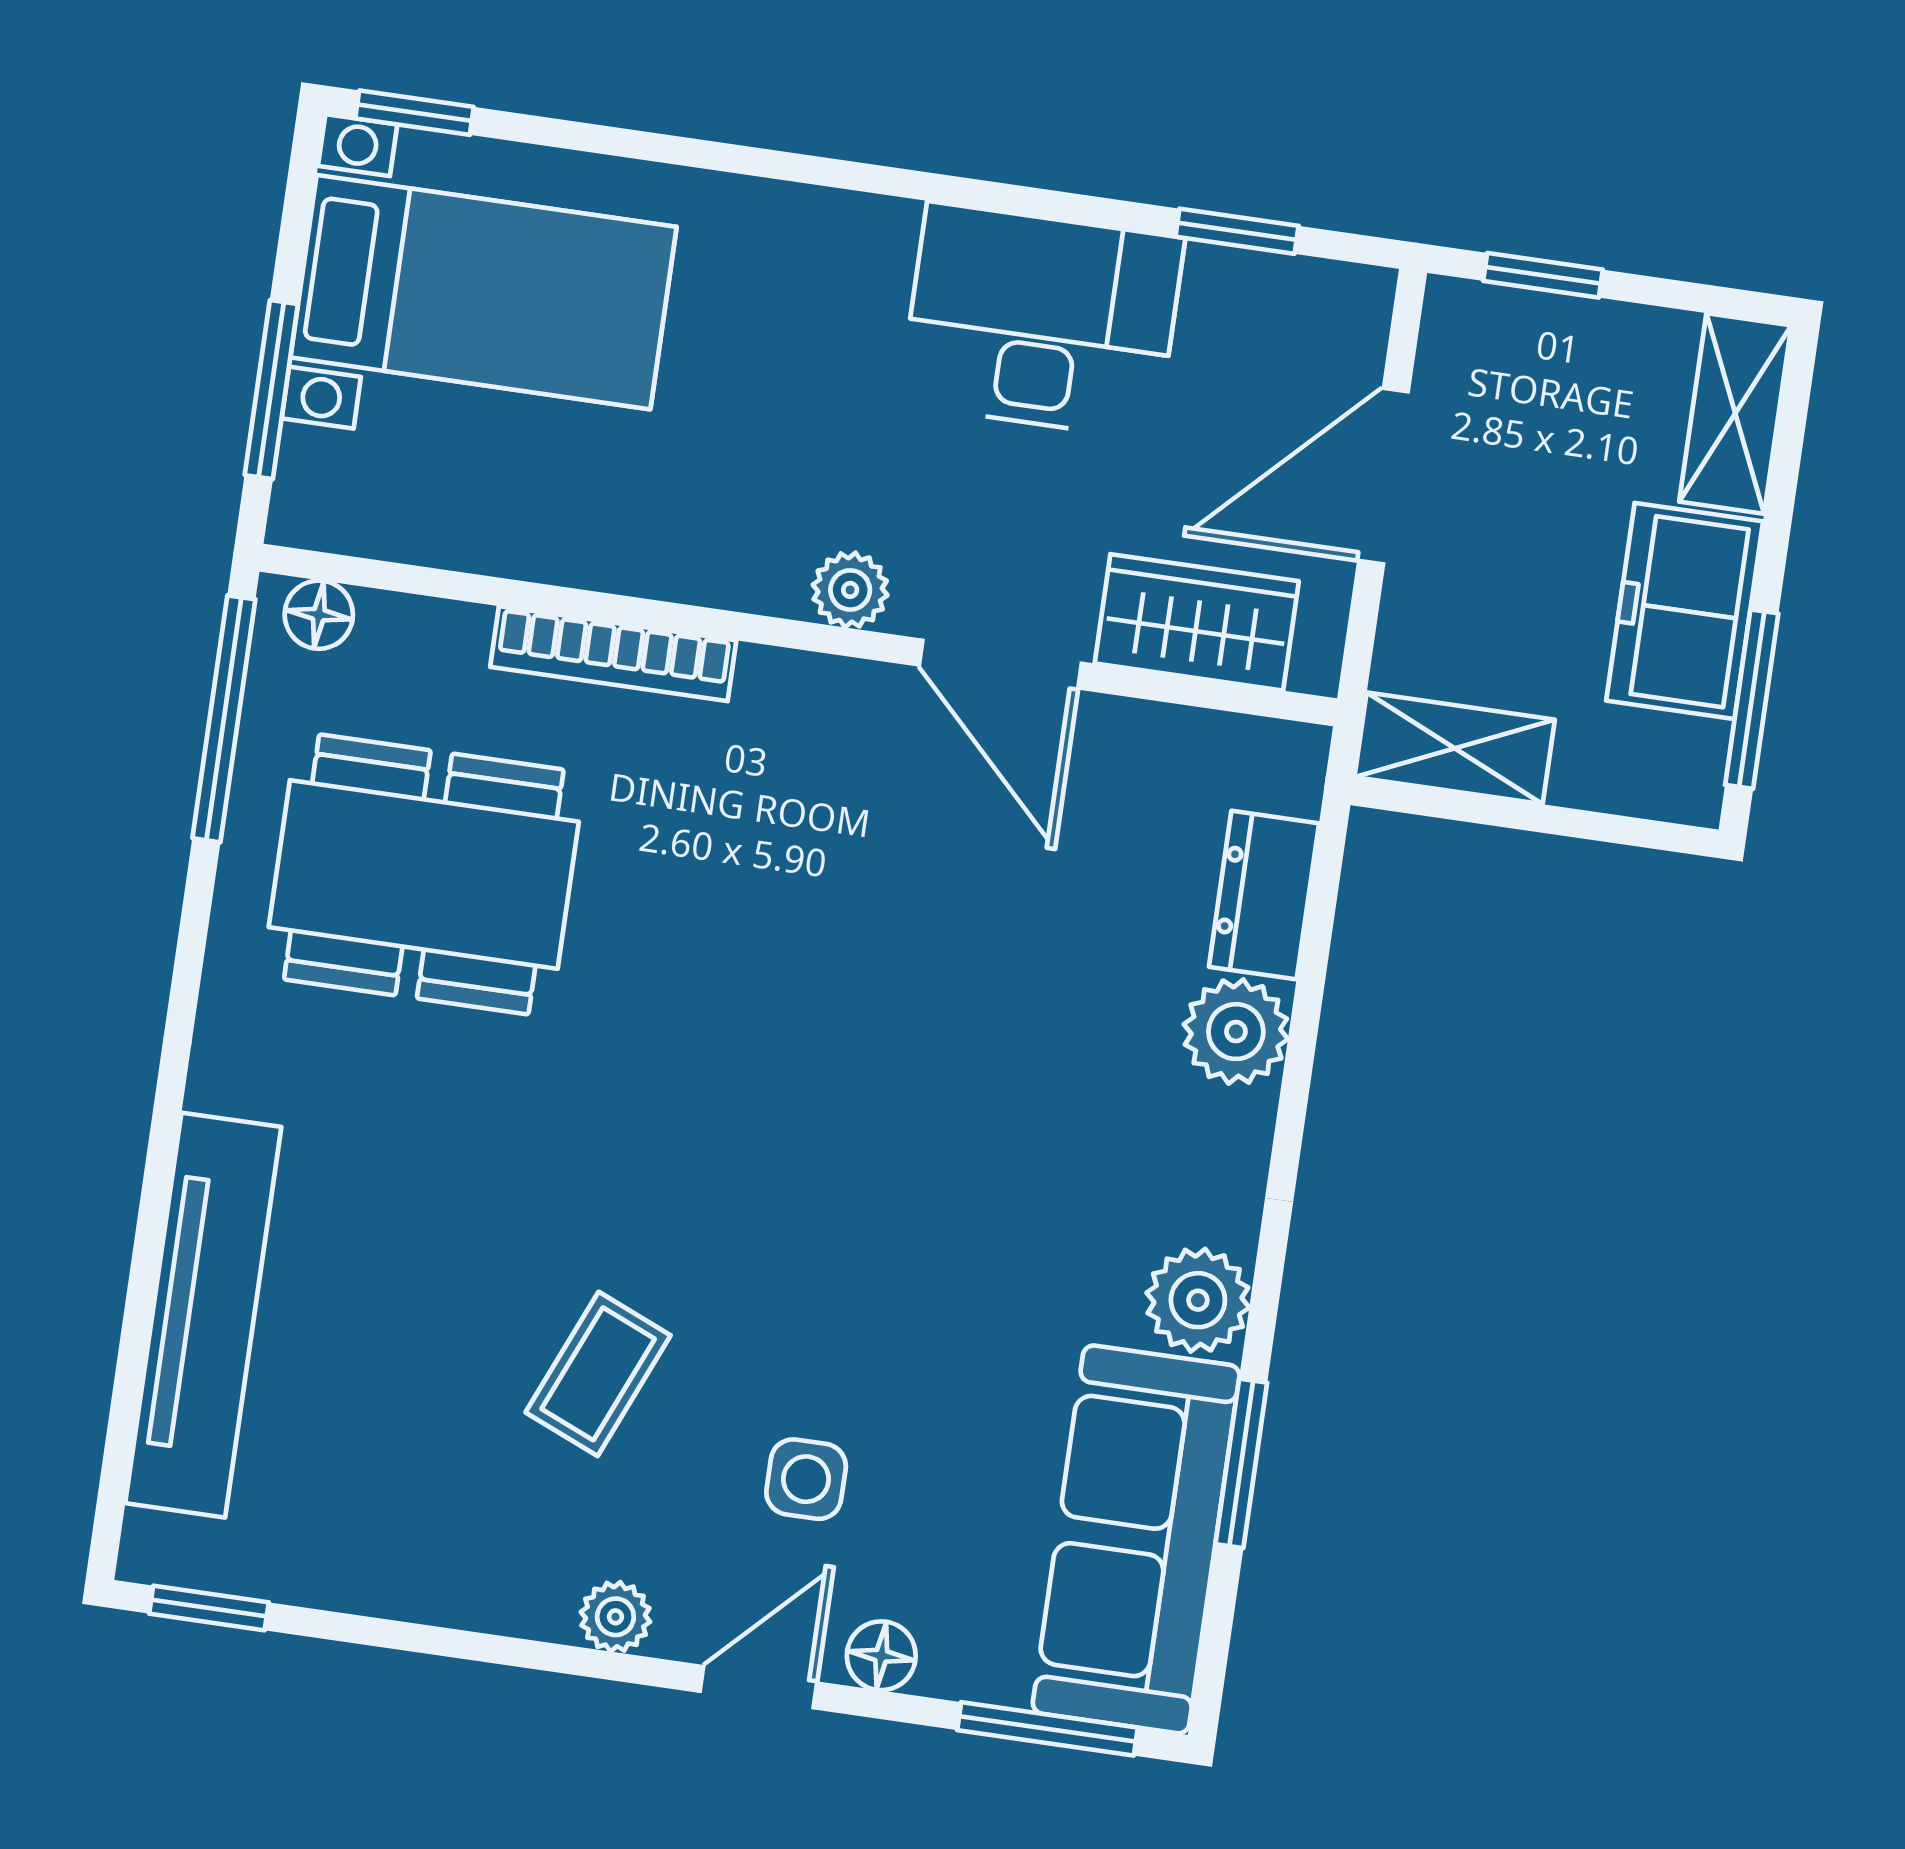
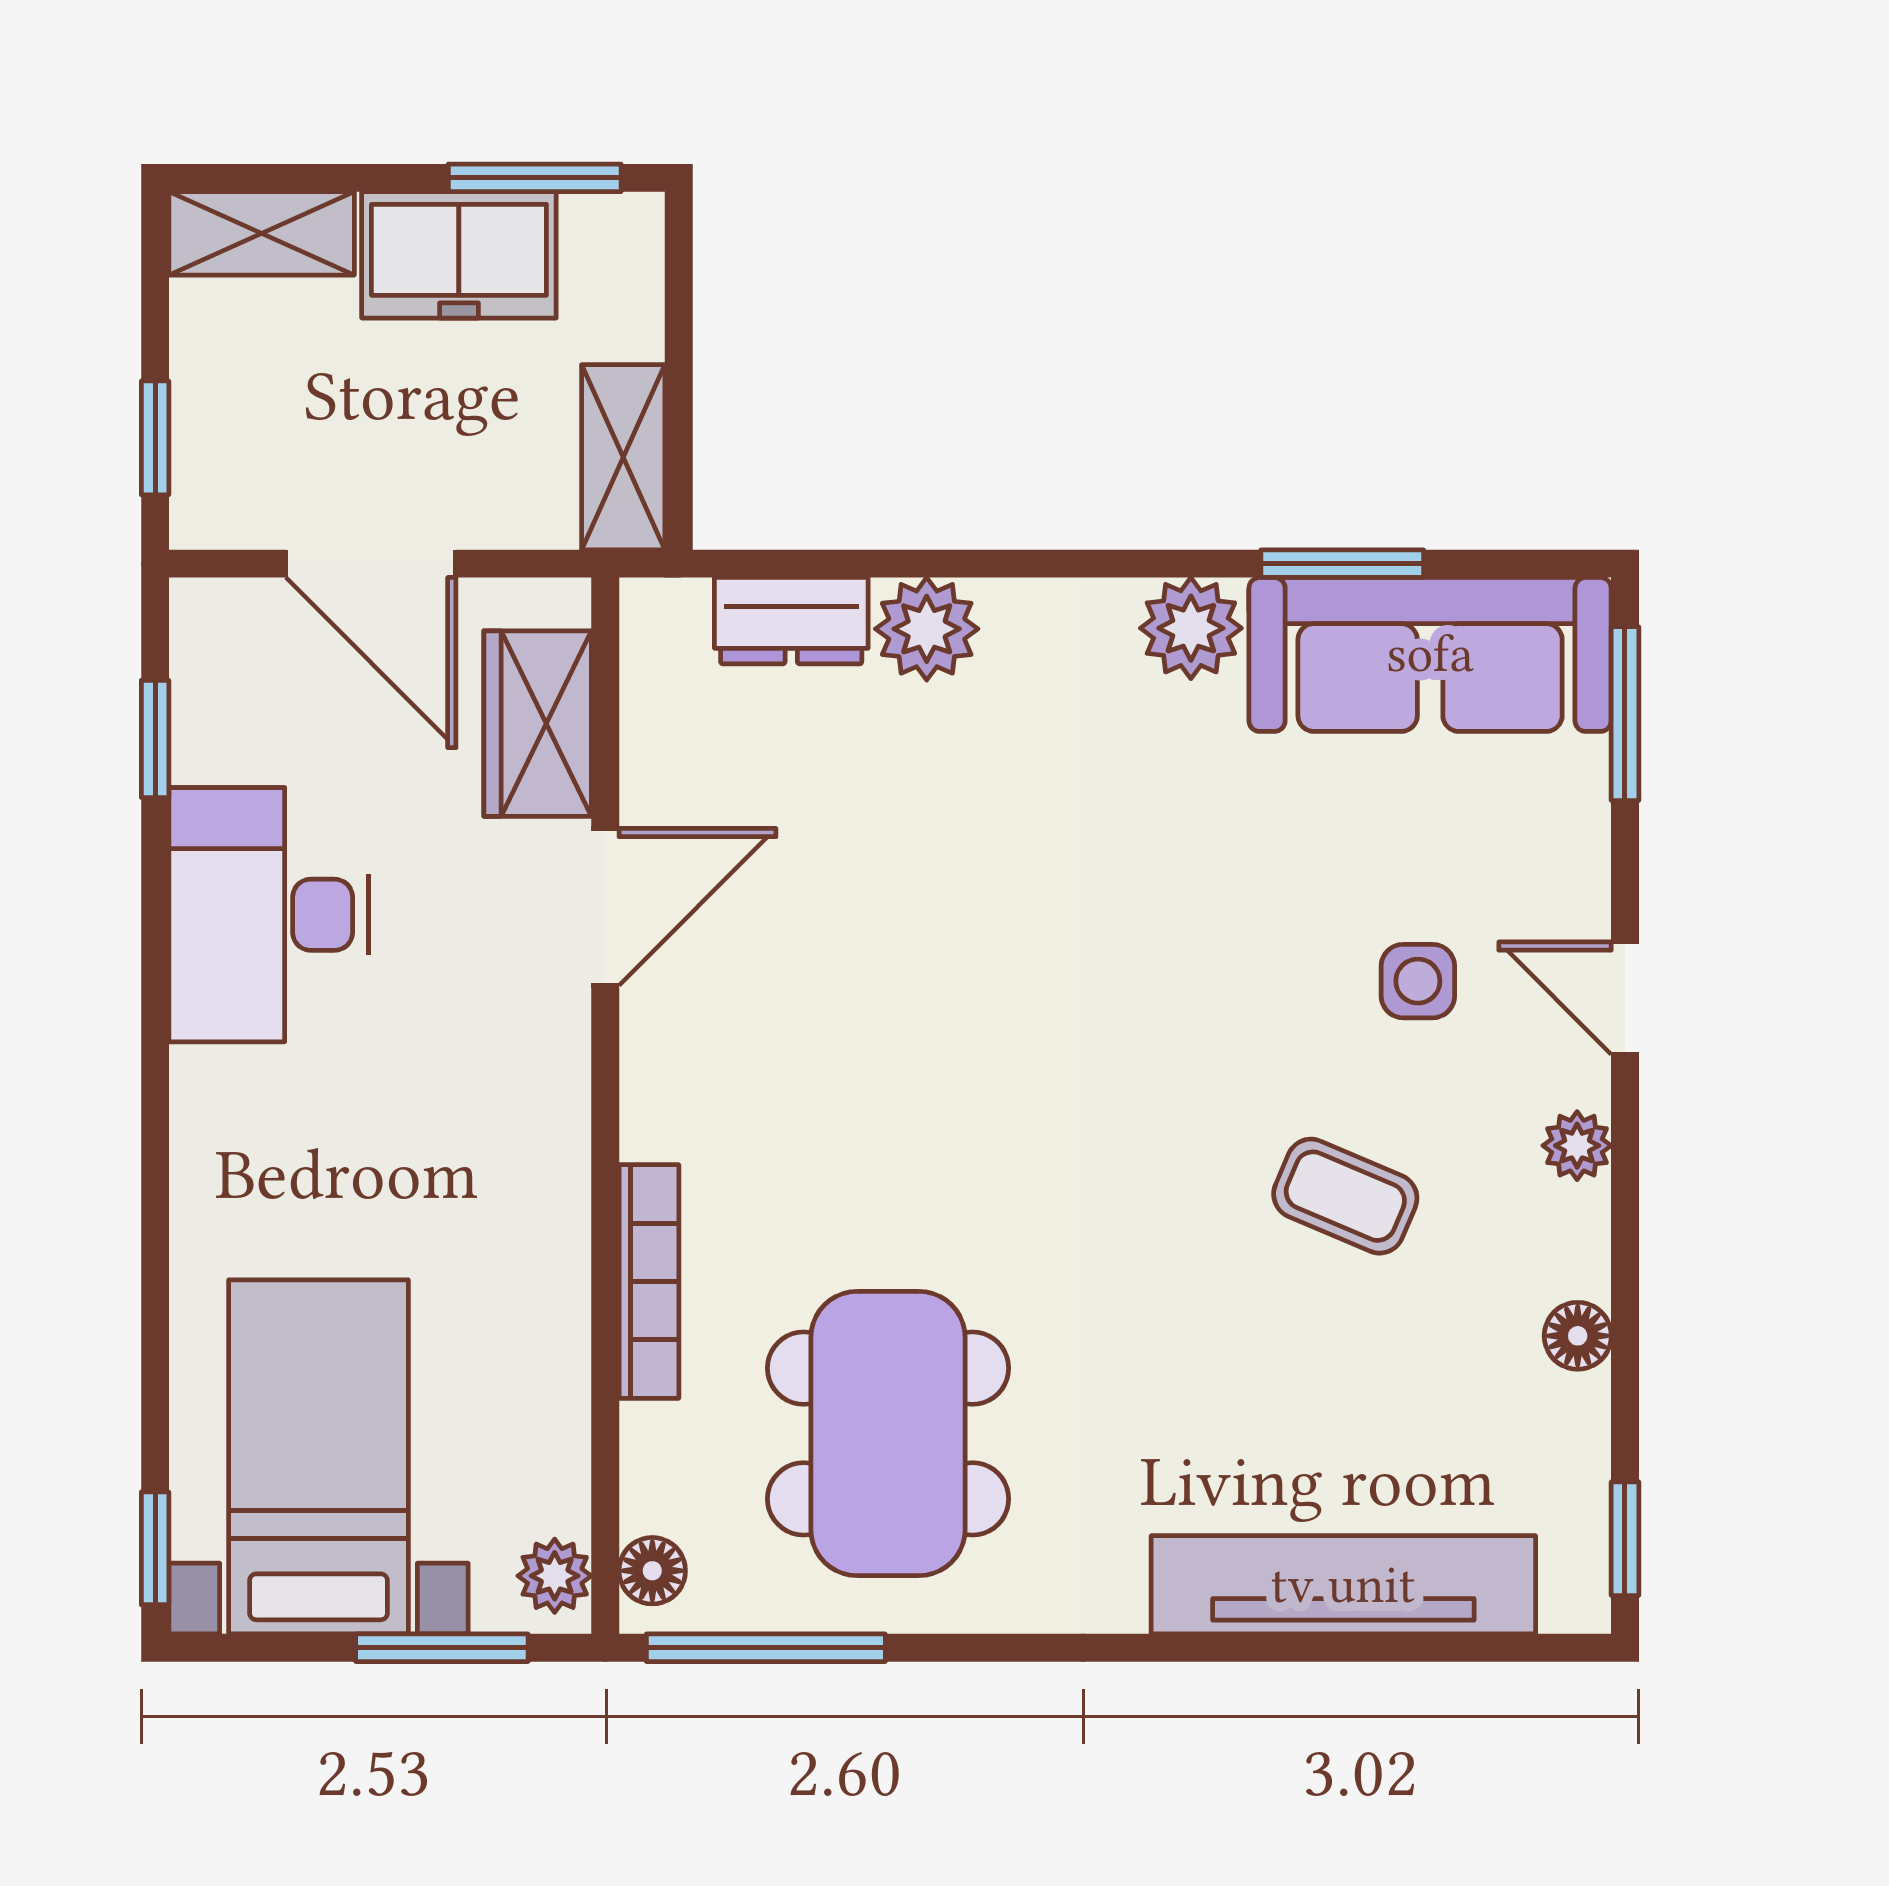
plant: (850, 590) -> (555, 1576), moved
floor lamp: (881, 1656) -> (1578, 1336), moved

